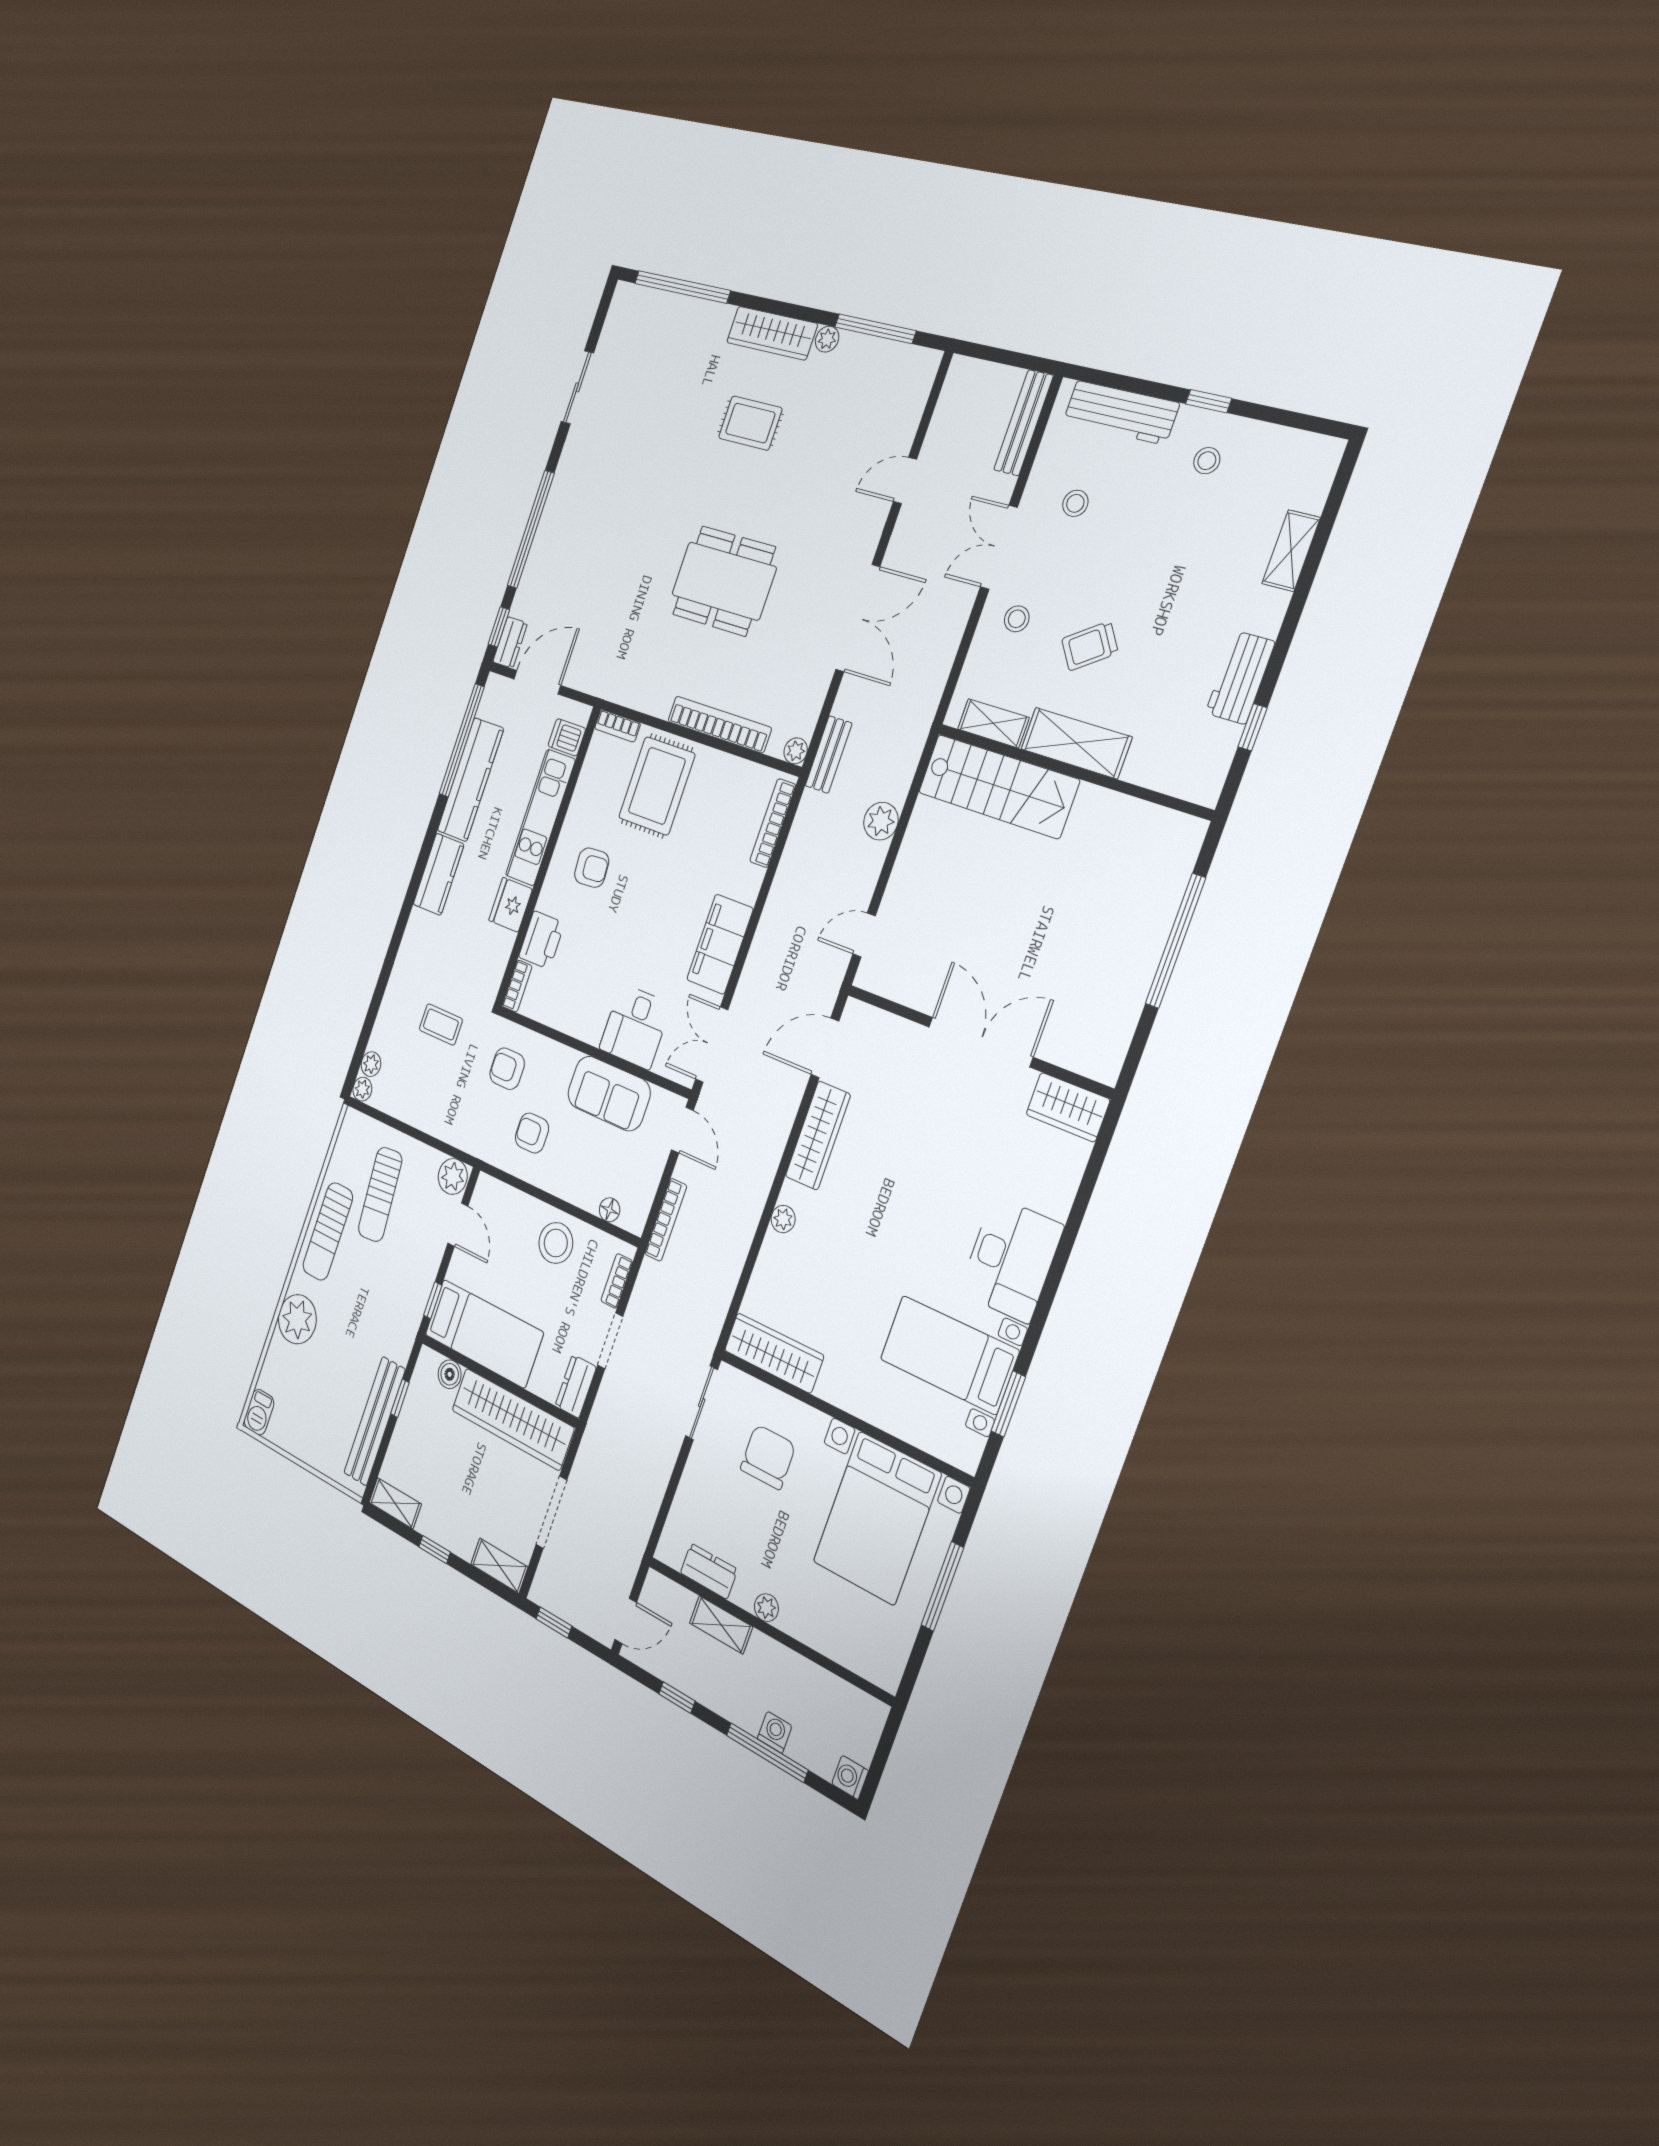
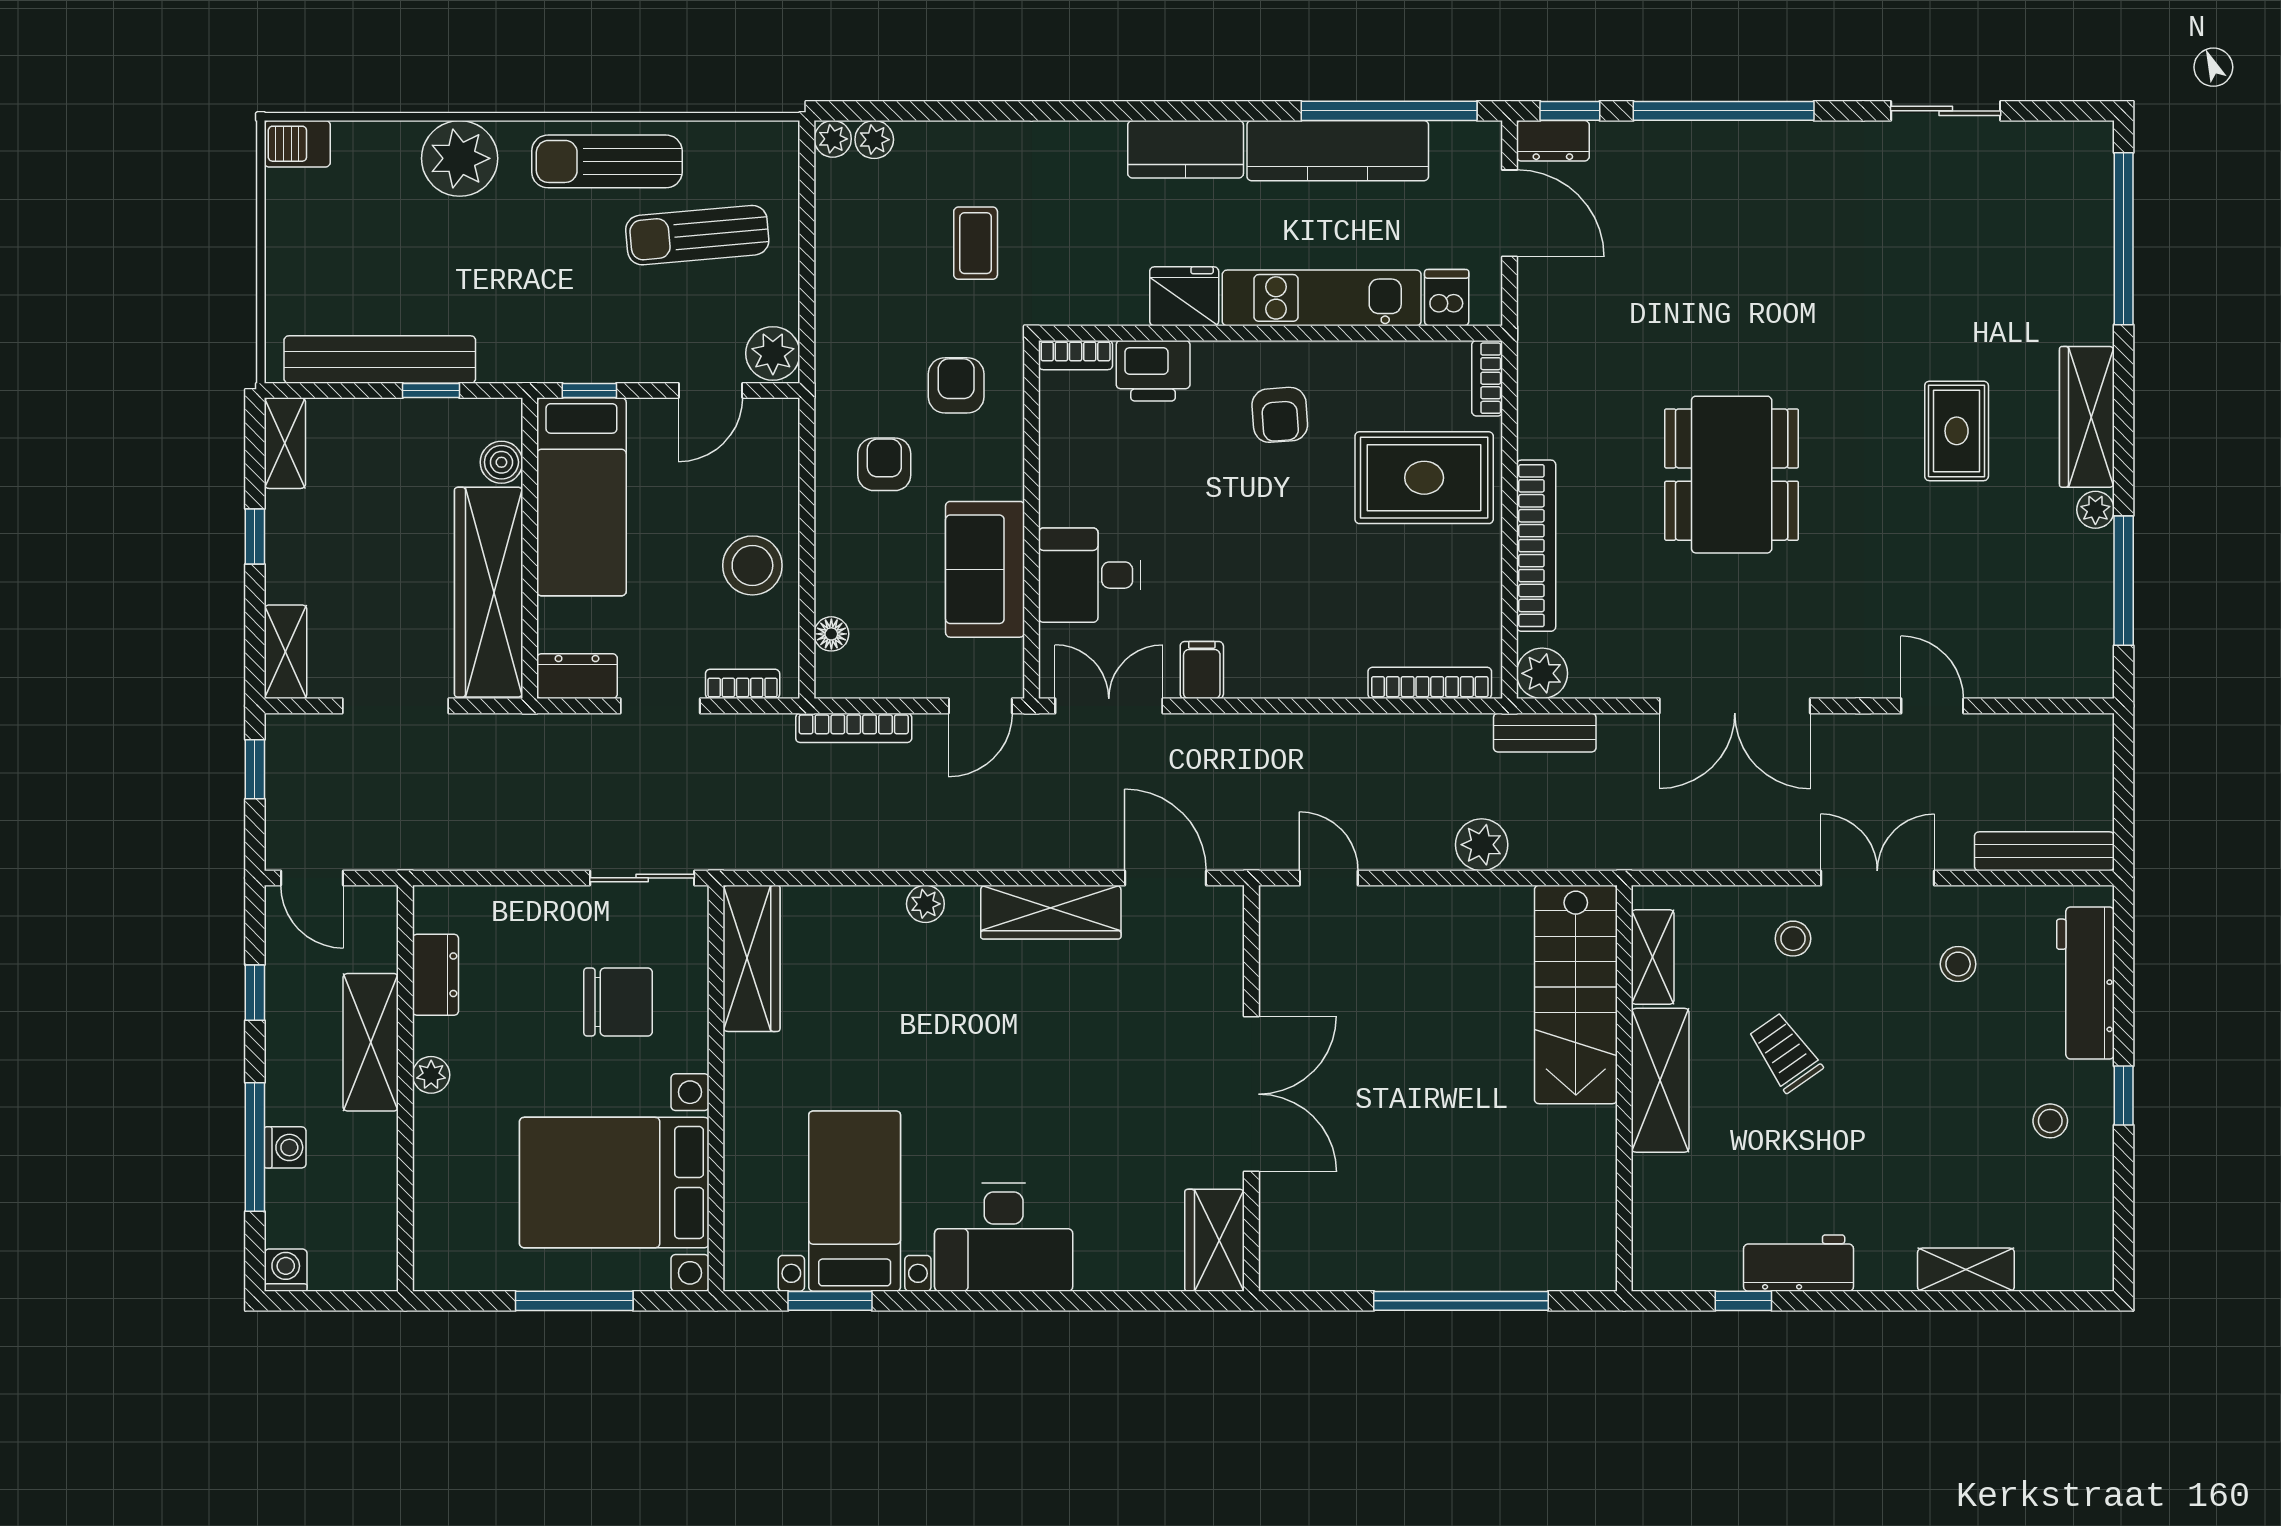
plant: (796, 751) -> (1542, 673), width x1.38, depth x1.38
filing cabinet: (720, 944) -> (1202, 670), width x0.33, depth x0.86
shelving: (721, 1625) -> (371, 1042), width x1.50, depth x1.33

